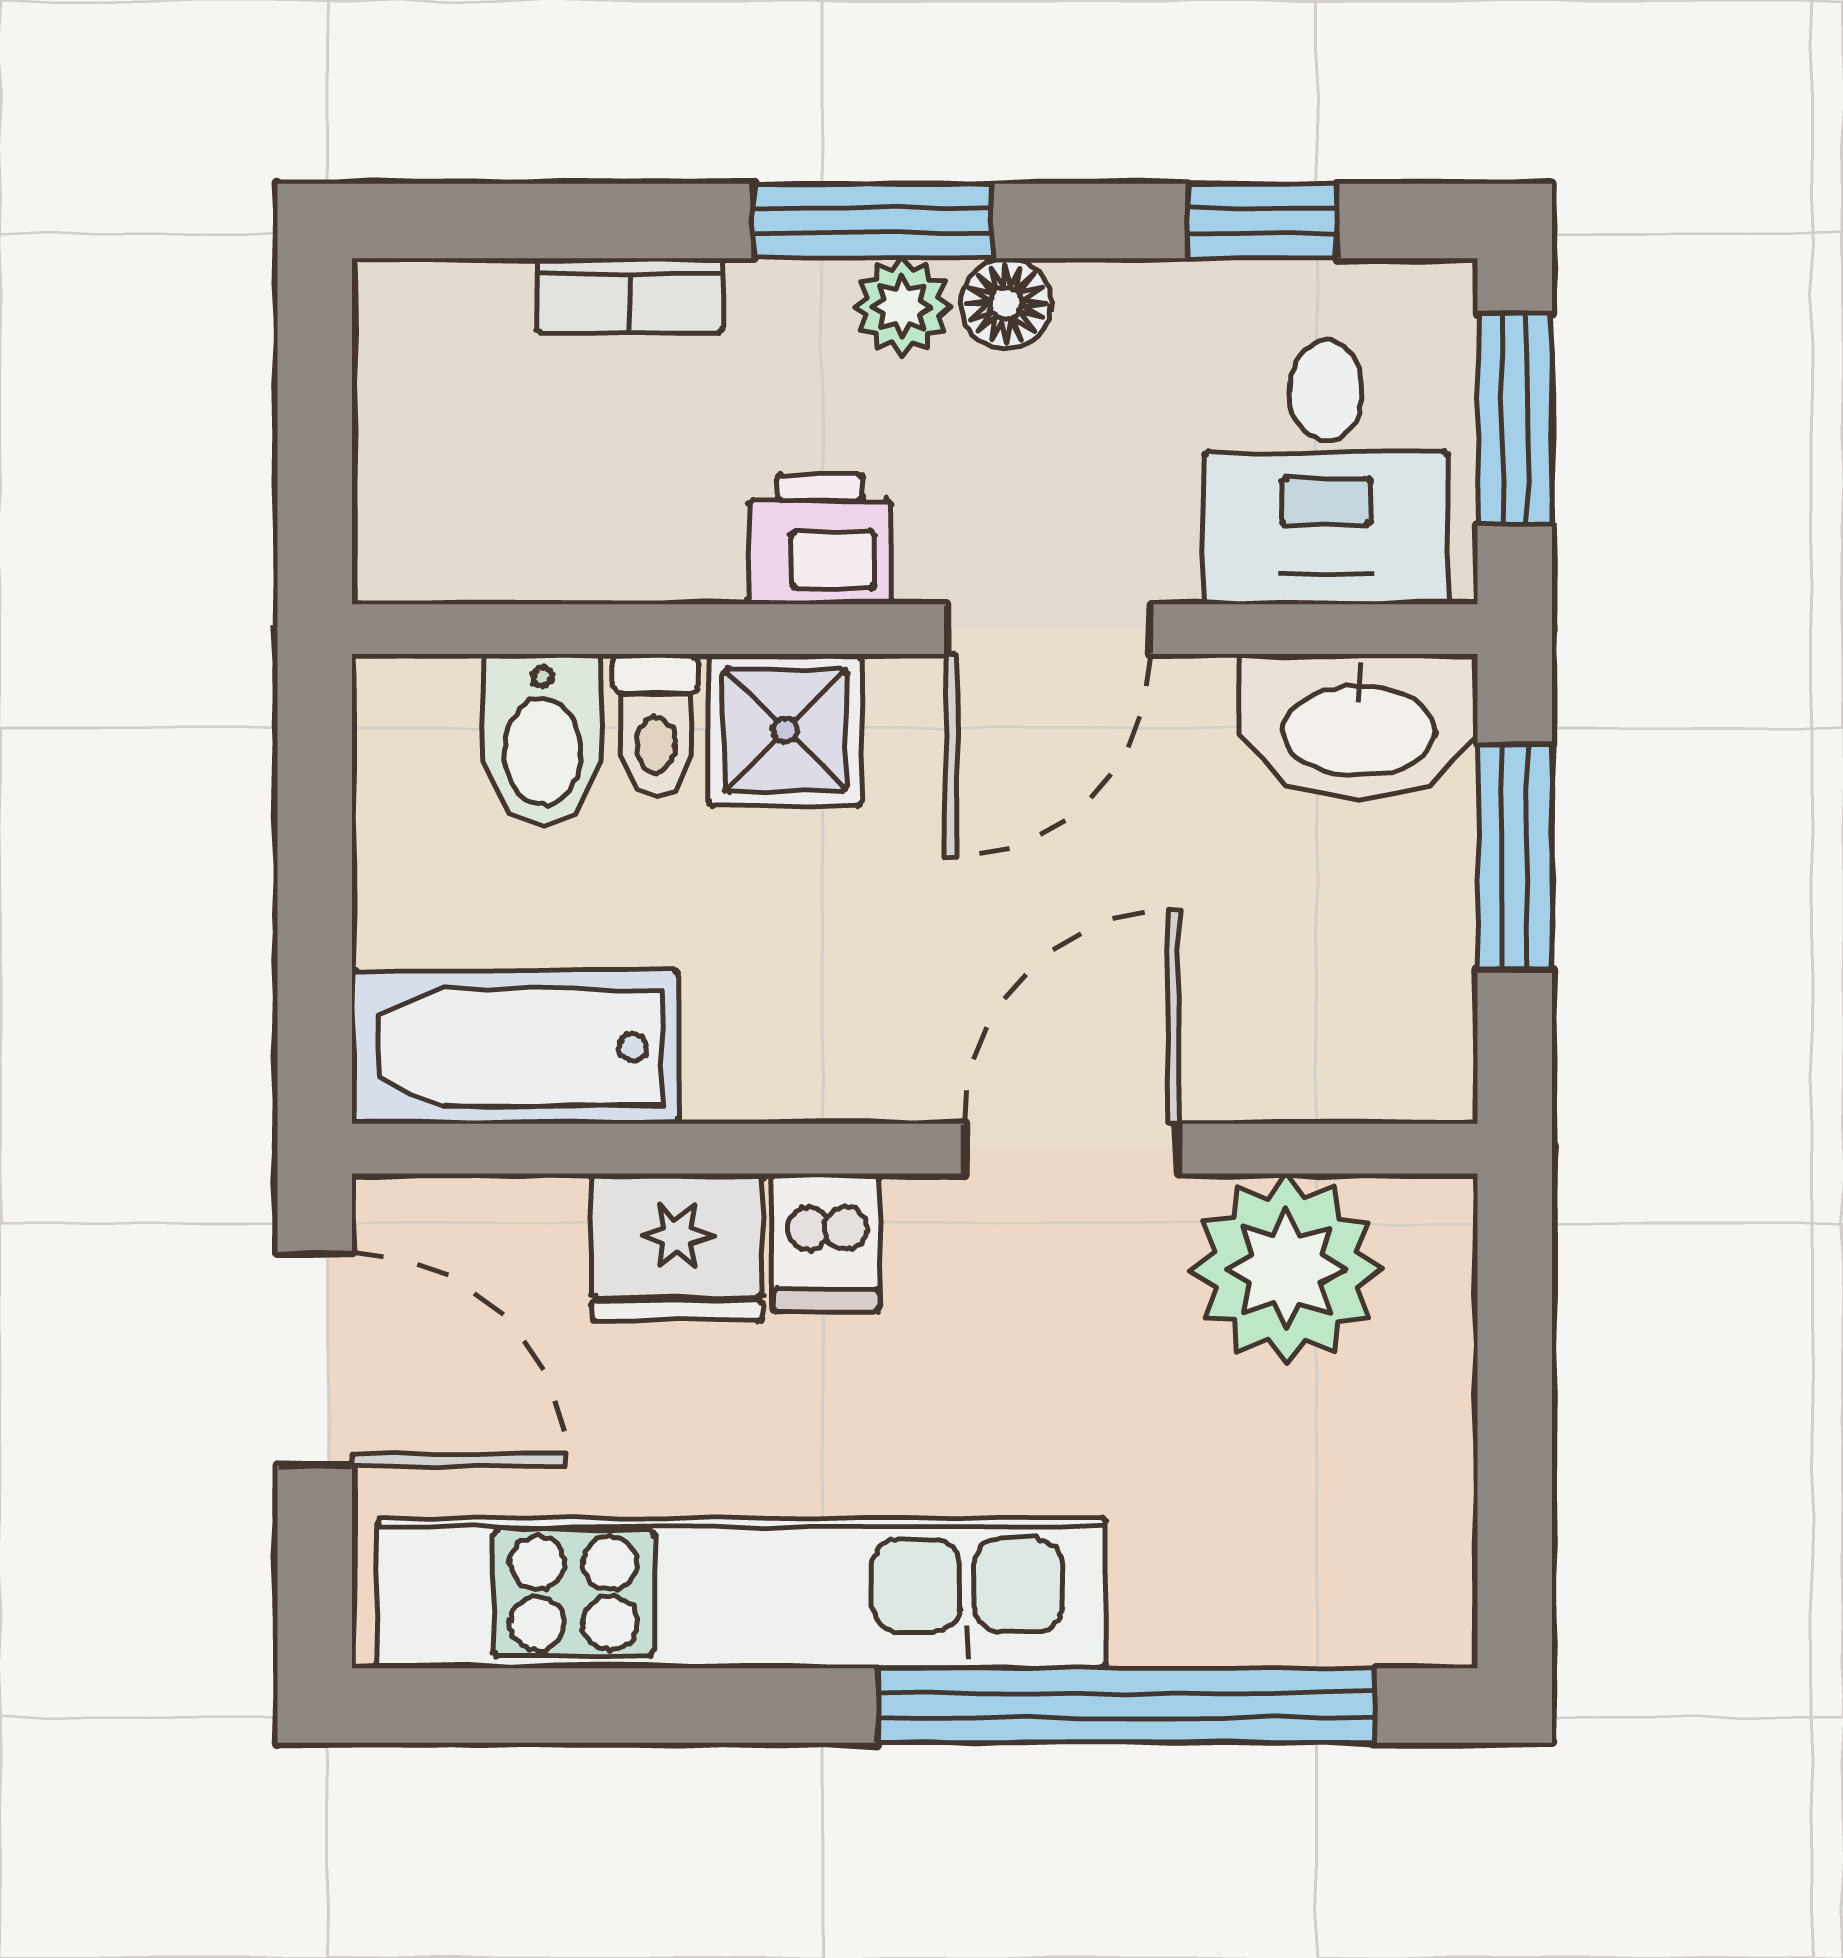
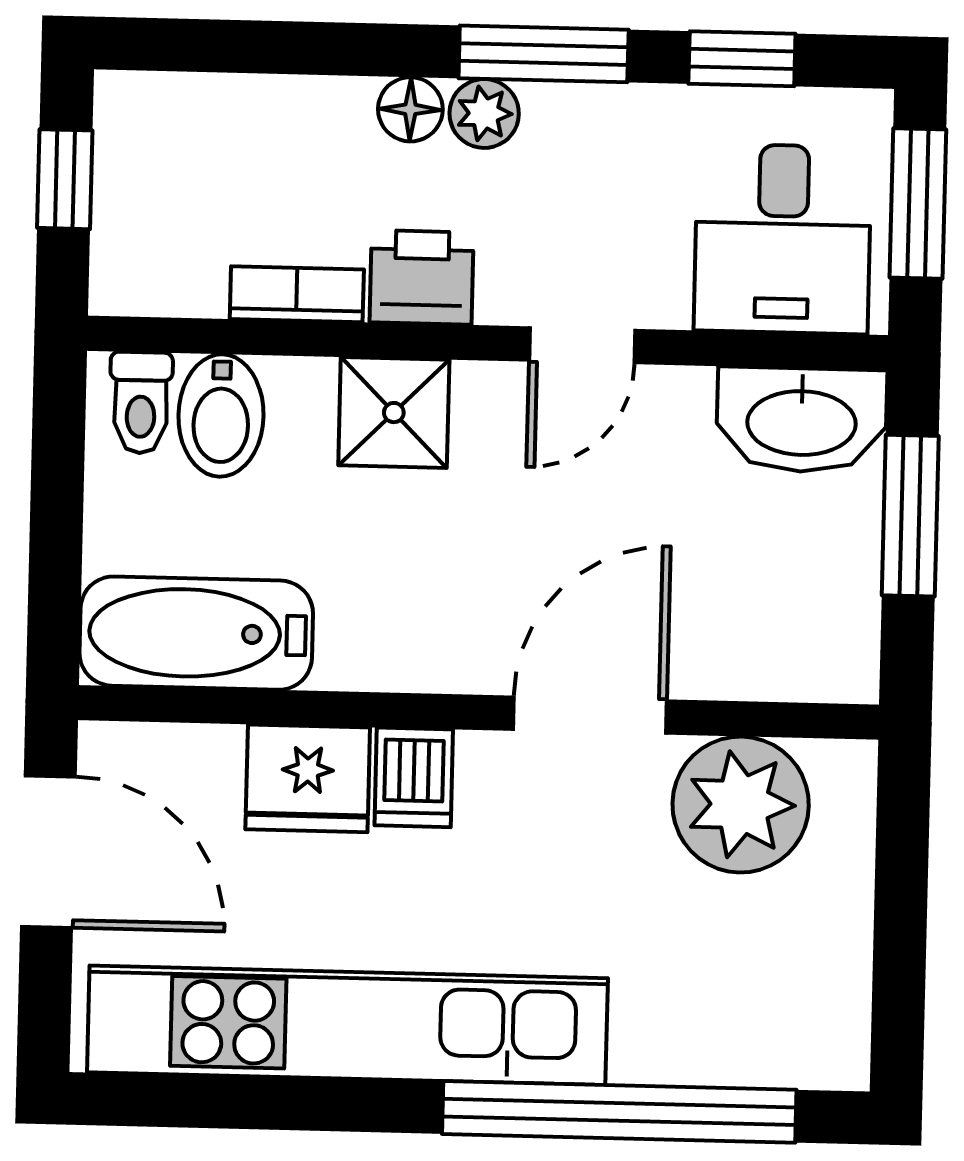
window: (873, 221) -> (544, 54), moved
bookcase: (630, 295) -> (297, 294), moved, turned 180
floor lamp: (1006, 303) -> (410, 109), moved
window: (315, 413) -> (65, 179), added
door: (1048, 629) -> (582, 345), width x0.73
toilet: (656, 725) -> (141, 403), moved

